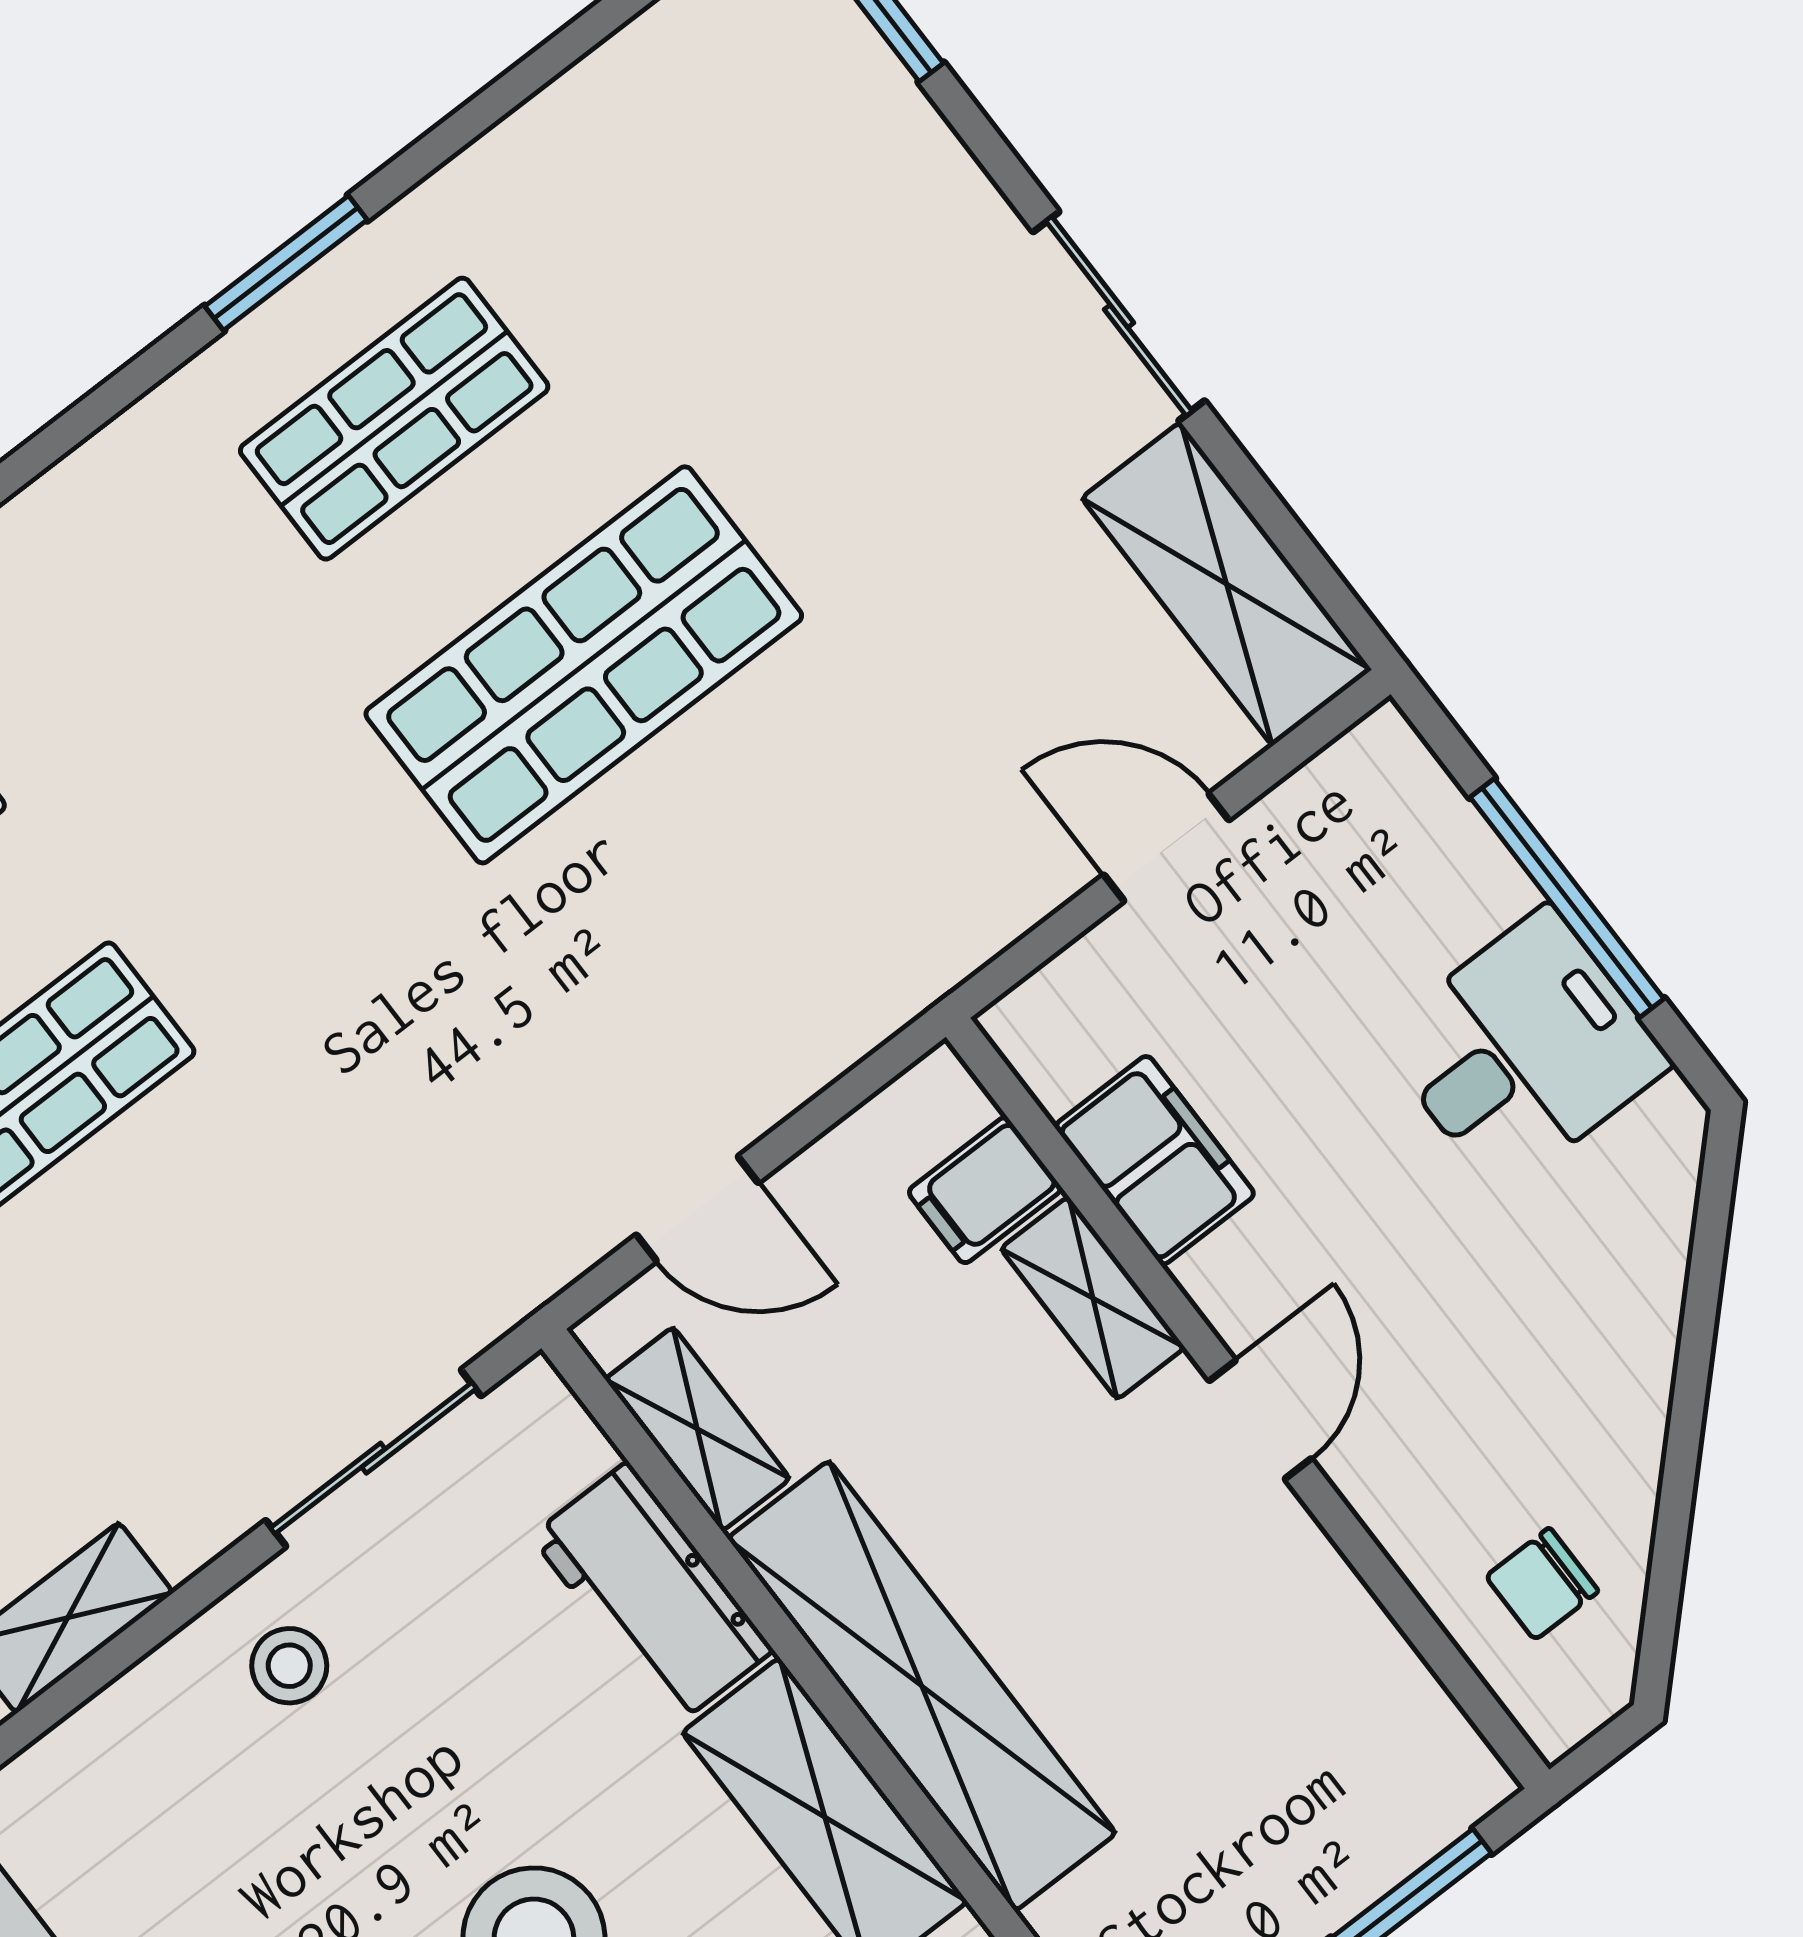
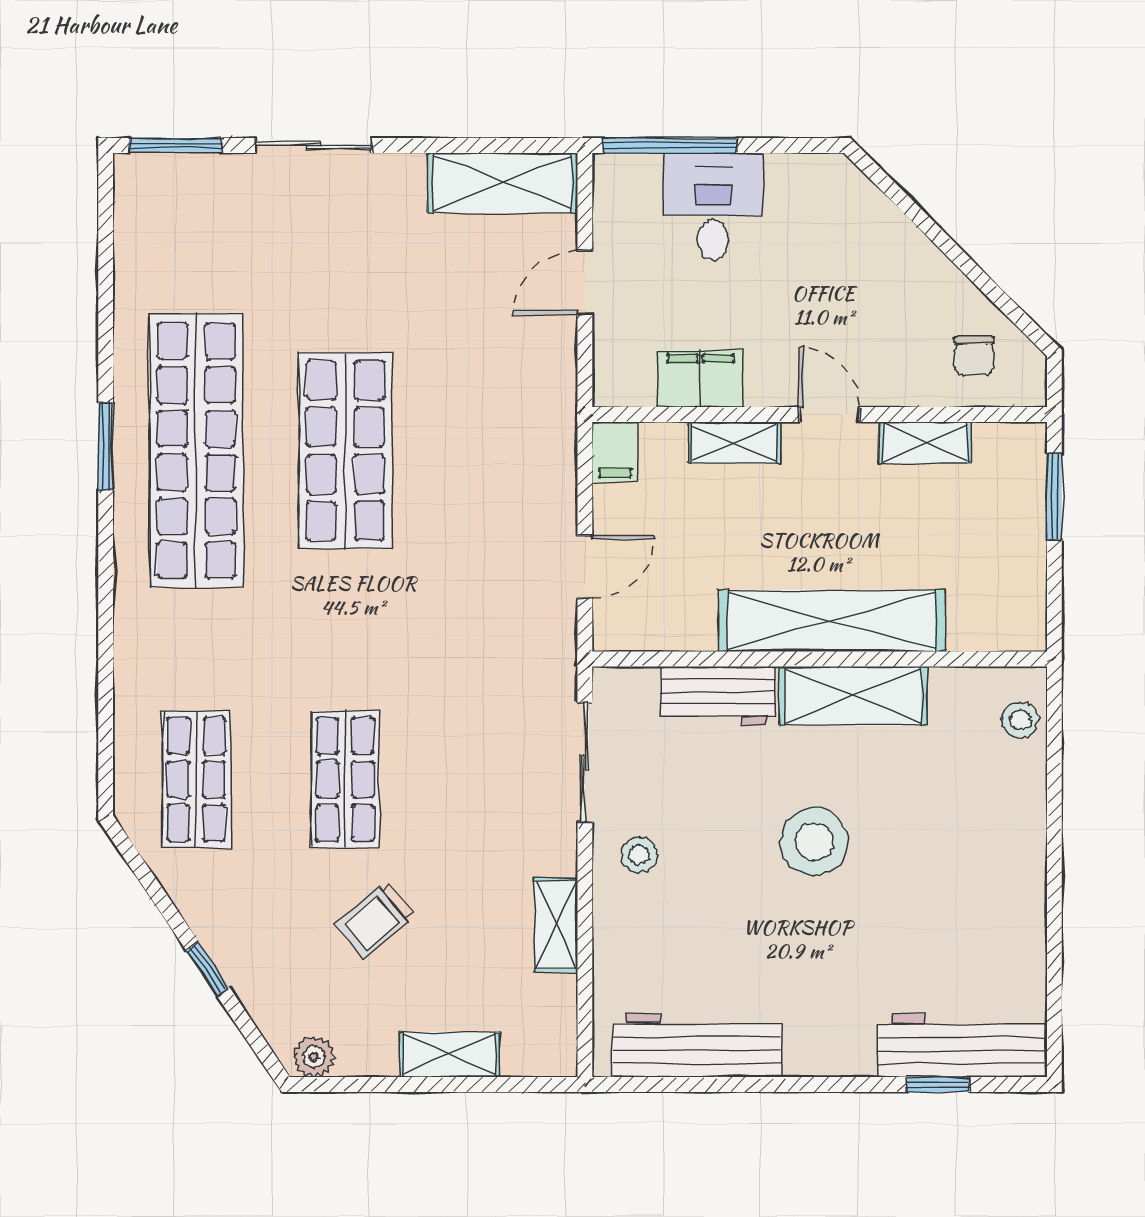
sliding door: (1119, 316) -> (313, 145), moved
shop shelf: (394, 419) -> (196, 451), width x2.00, depth x1.36
window: (1567, 898) -> (670, 145), moved
desk: (1523, 1051) -> (713, 207), moved
filing cabinet: (985, 1190) -> (615, 452), moved
shelving: (697, 1429) -> (925, 443), moved

